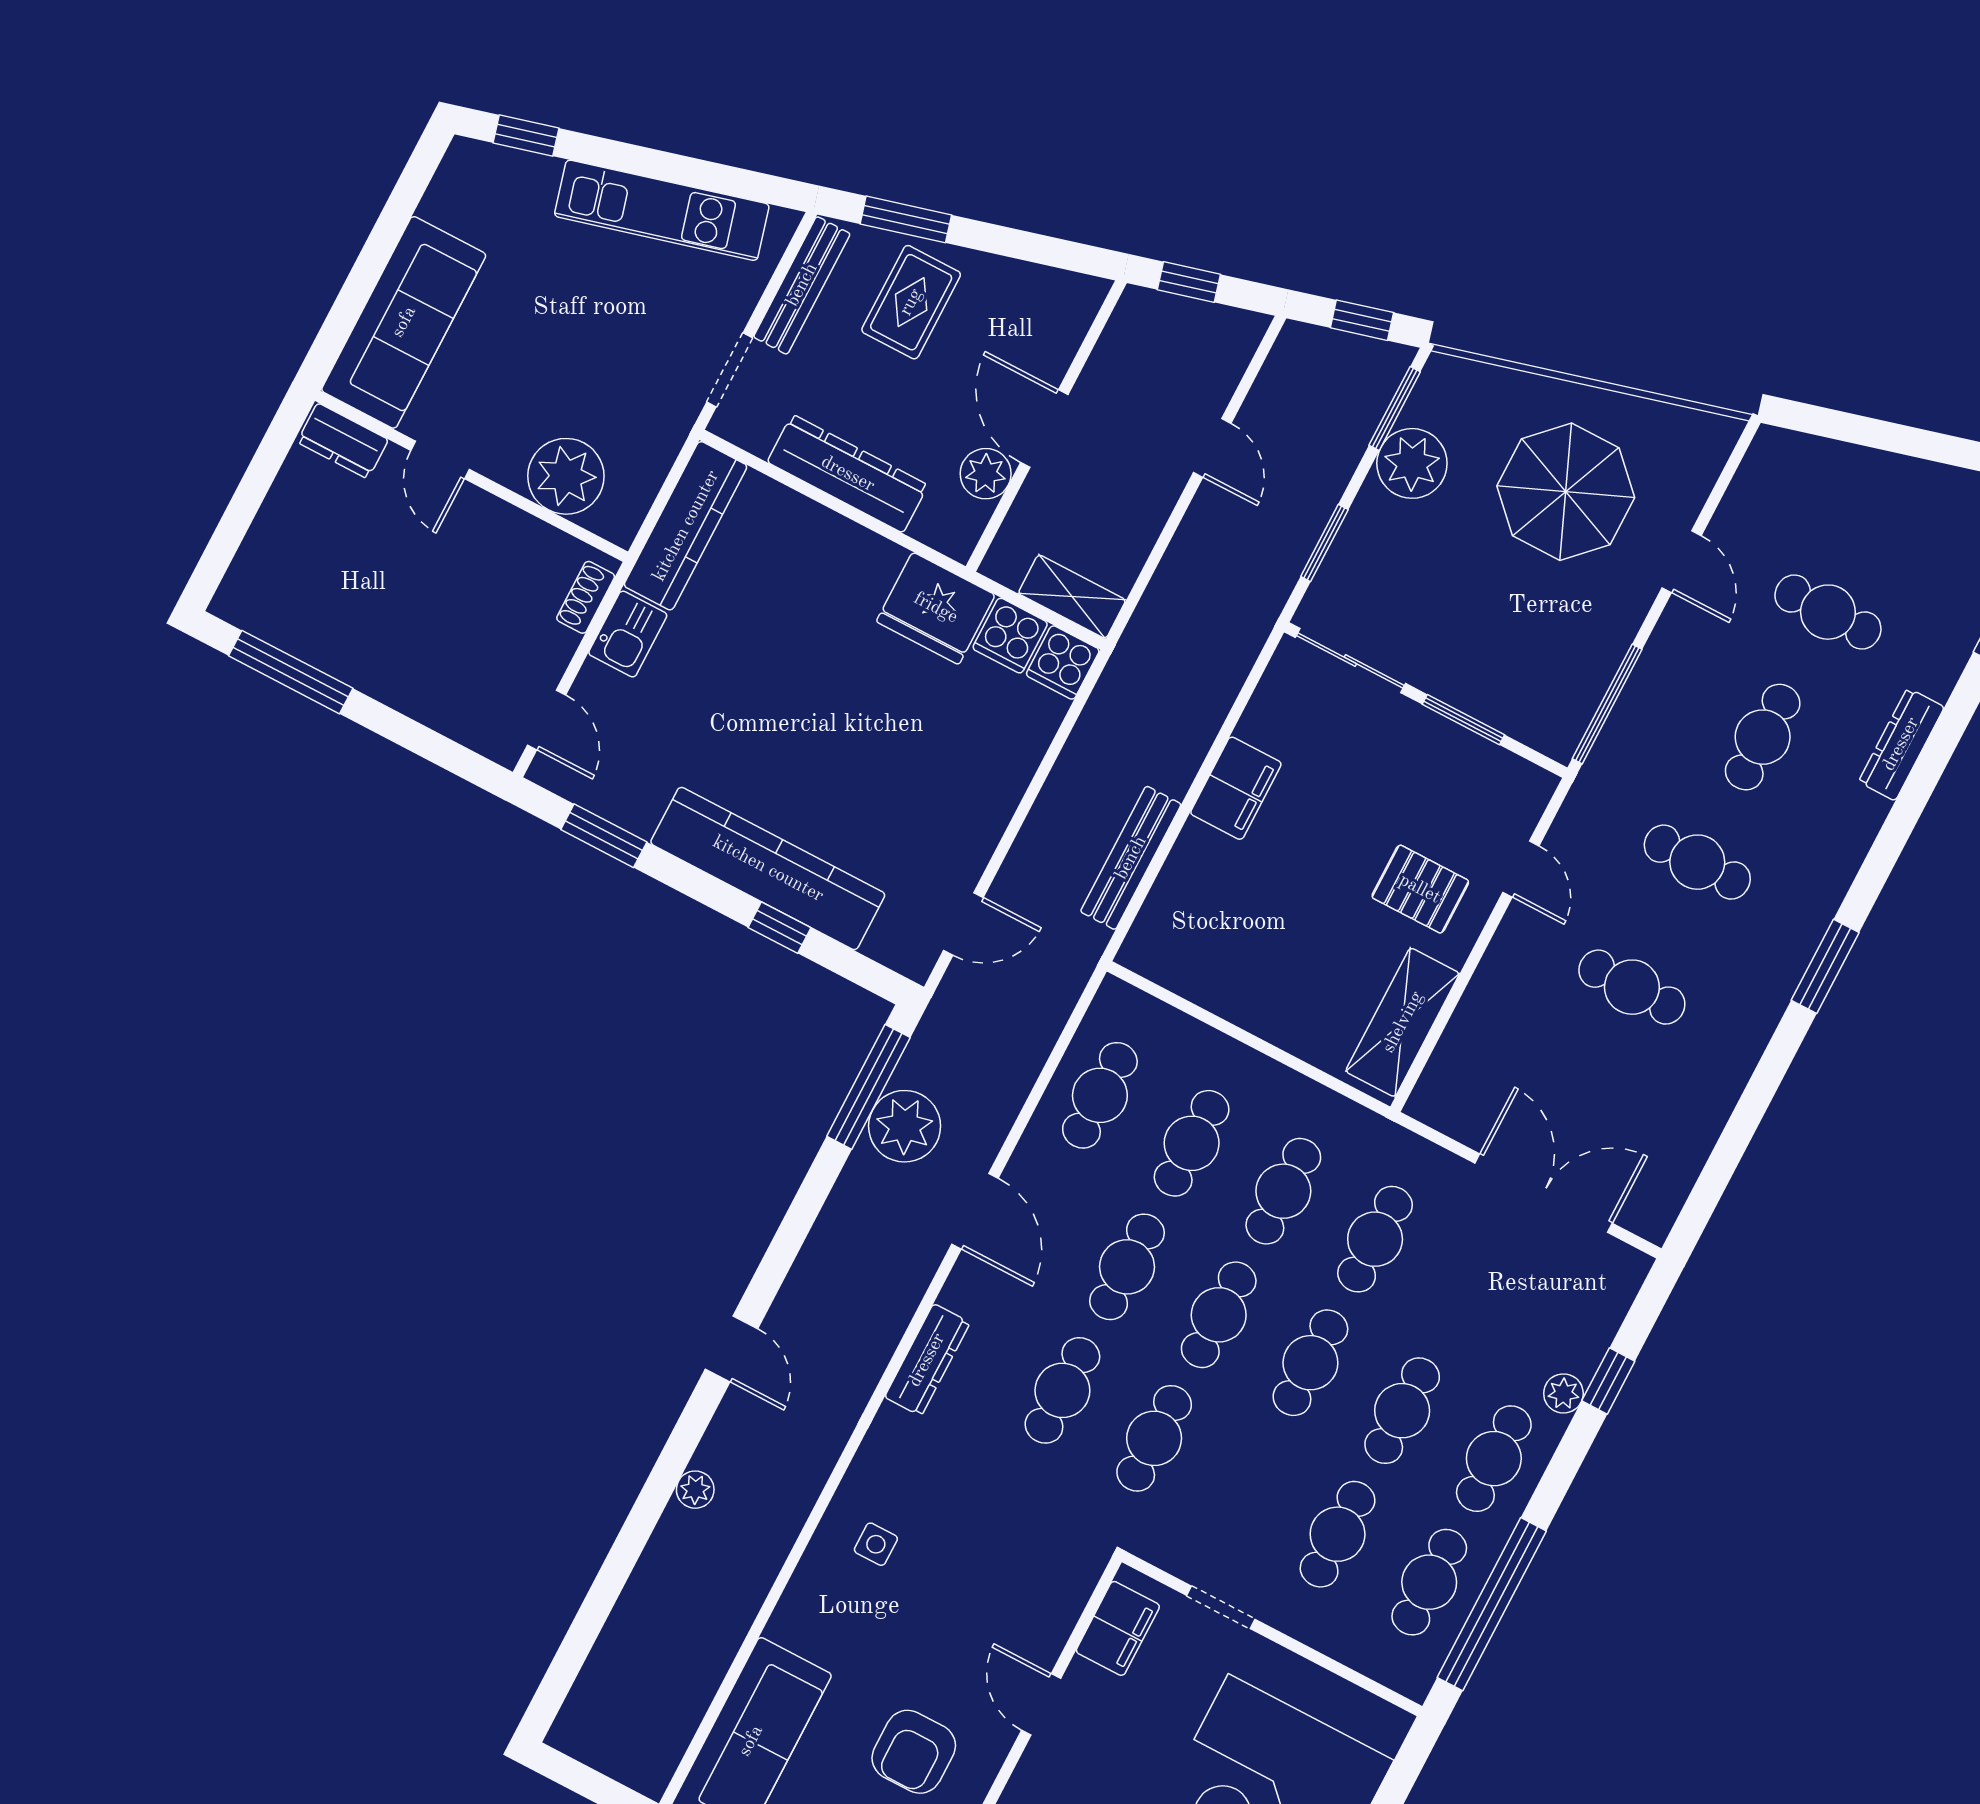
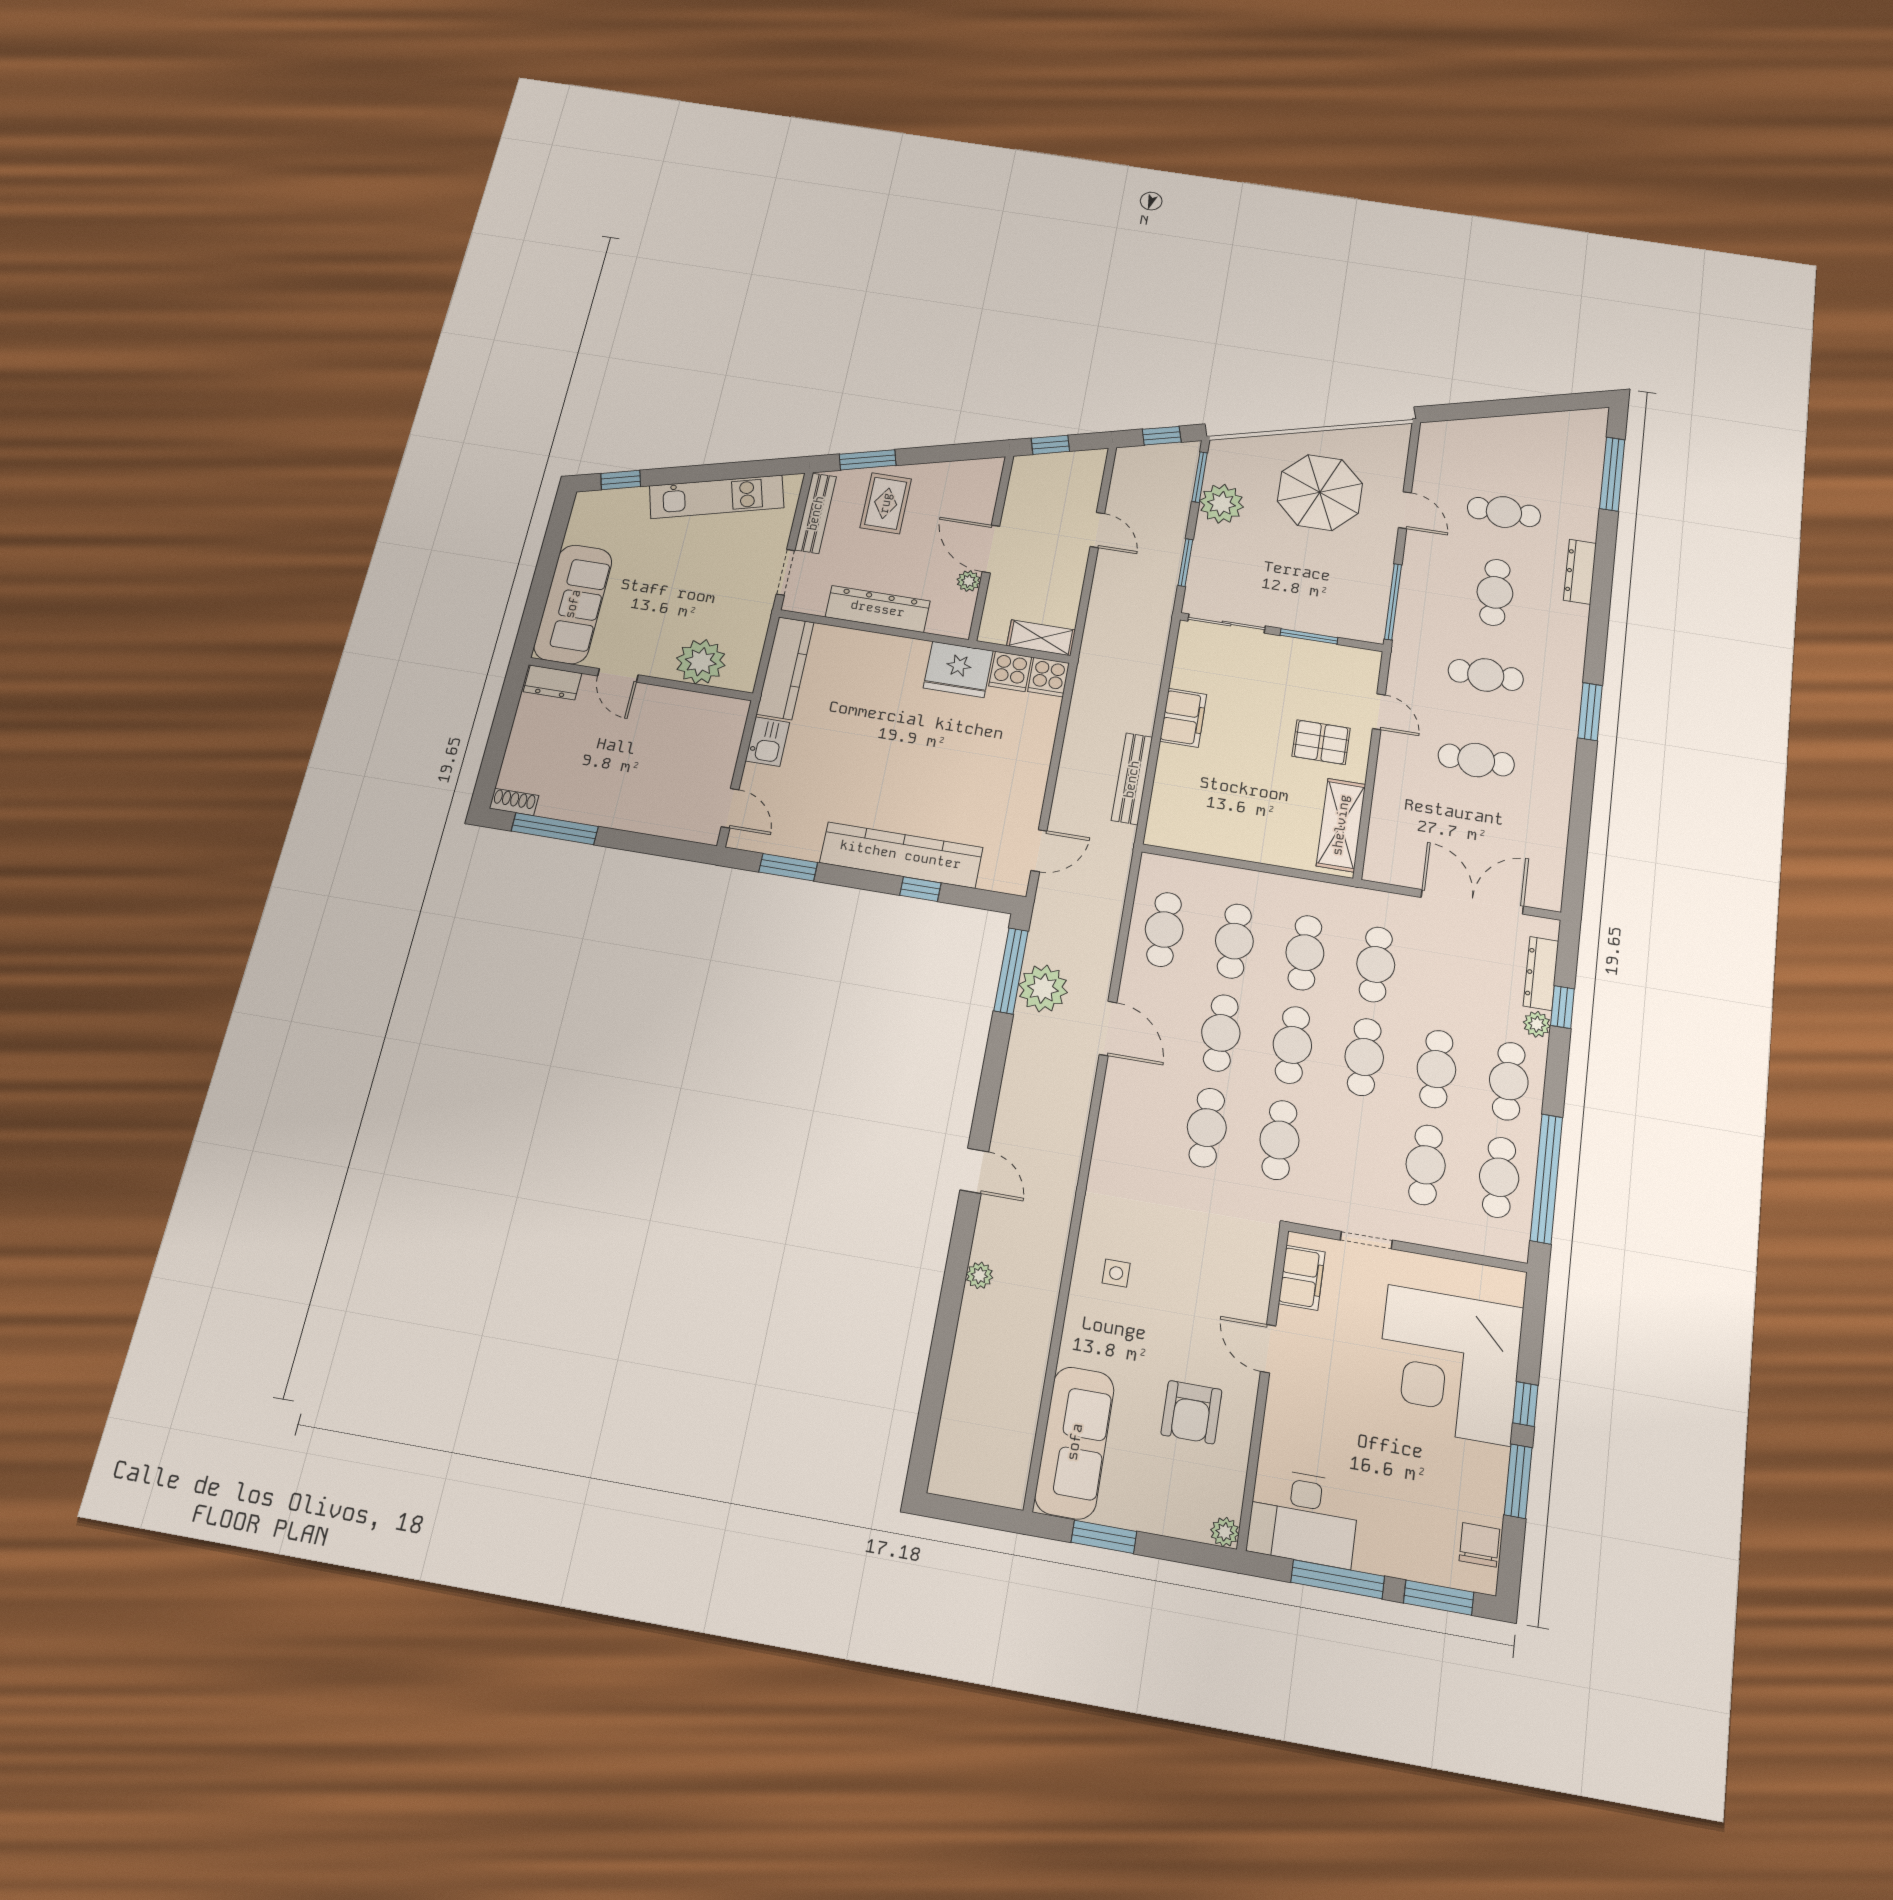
plant: (986, 474) -> (969, 581), width x0.73, depth x0.73
shoe rack: (586, 597) -> (514, 802), moved, turned 90
dresser: (927, 1360) -> (1541, 973), moved, turned 180

